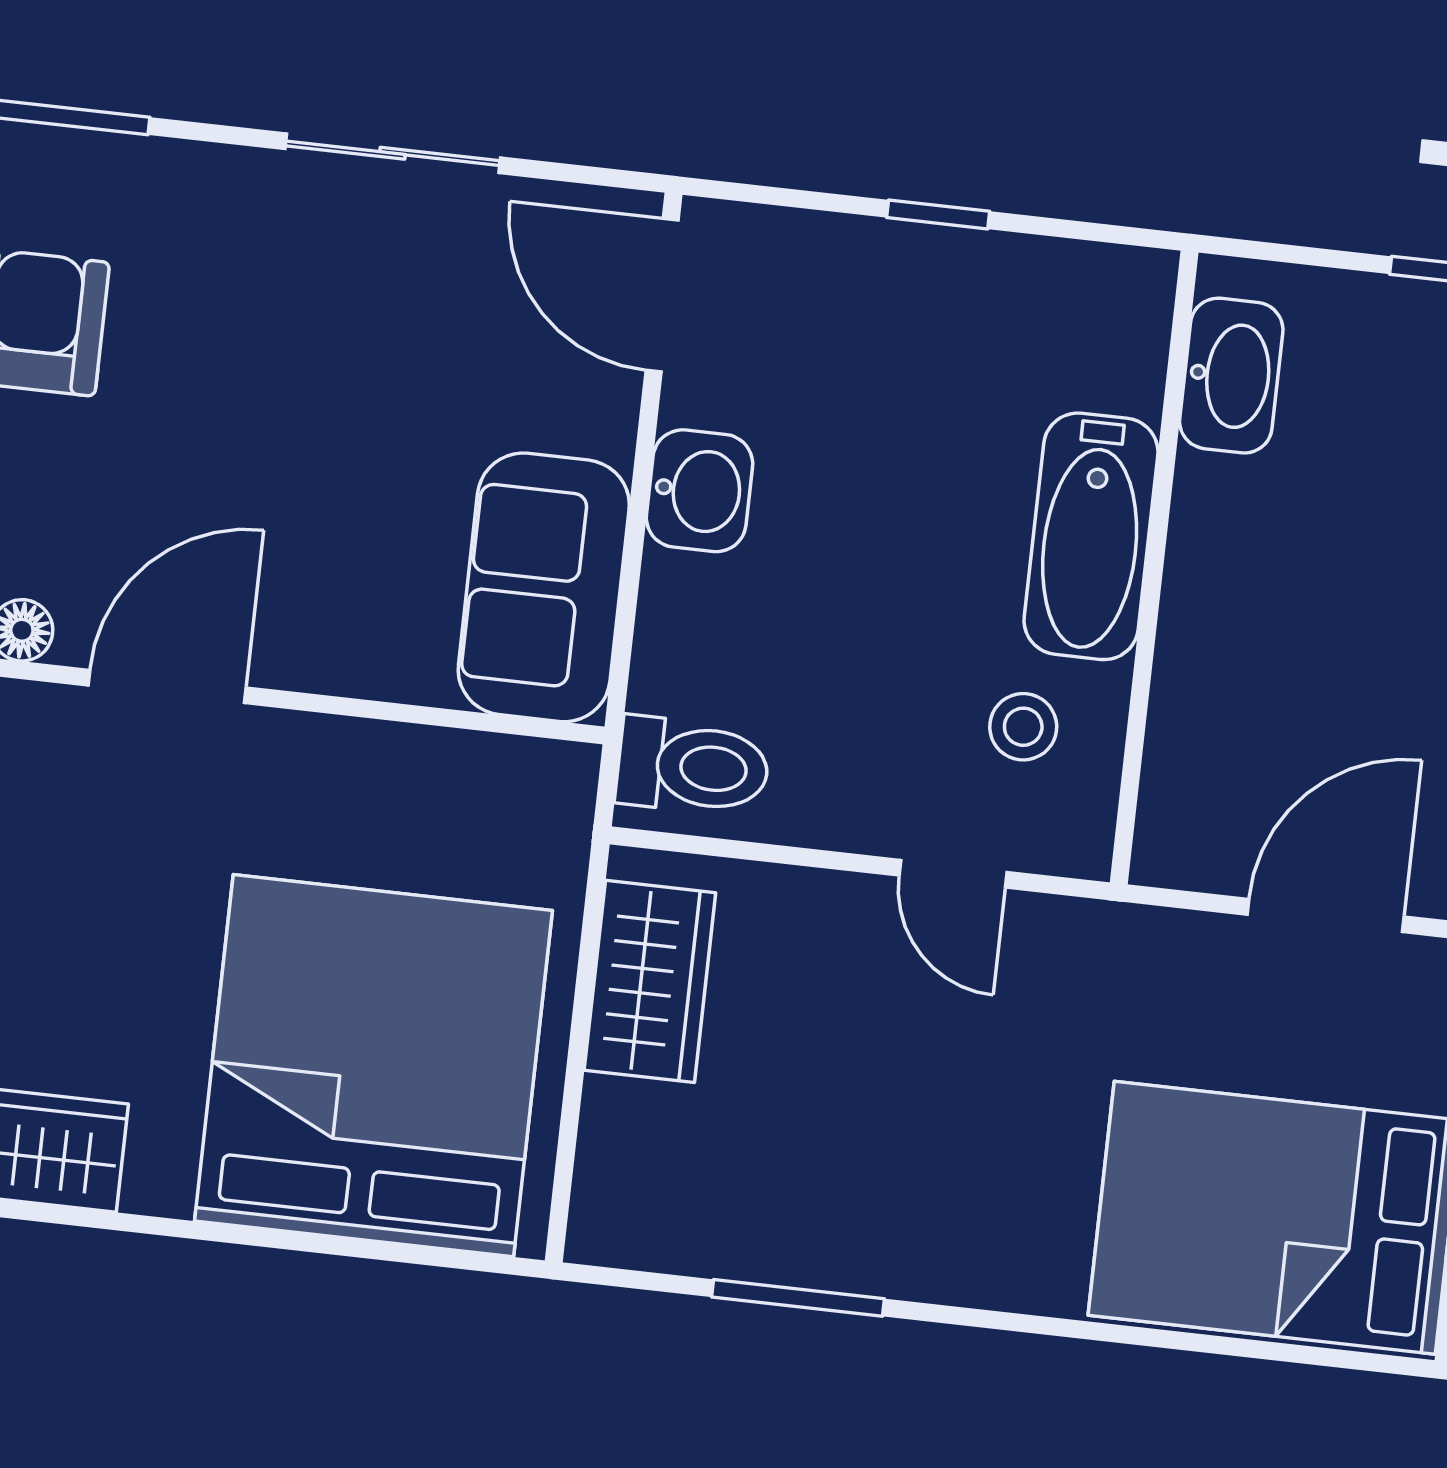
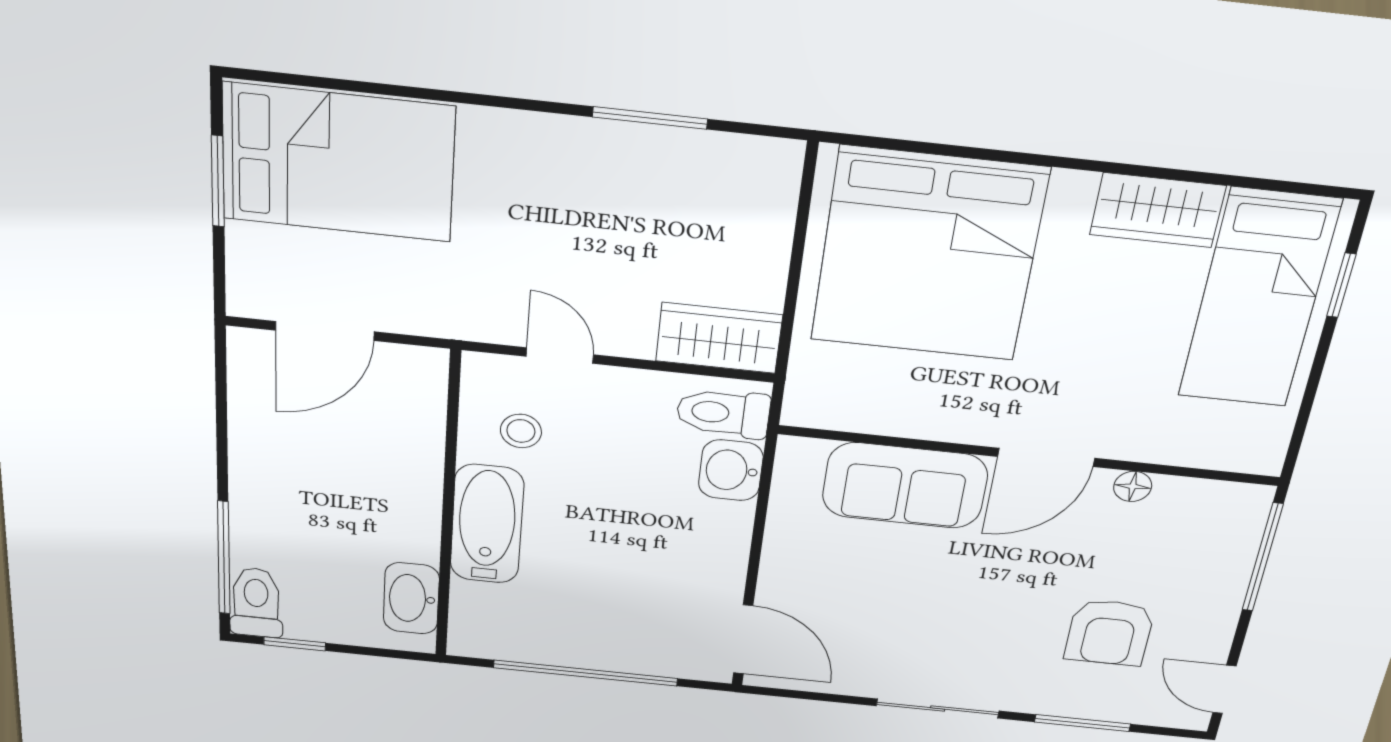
sliding door: (393, 153) -> (938, 708), moved
window: (938, 214) -> (586, 673), width x3.17
washbasin: (699, 491) -> (731, 470), moved
sofa: (544, 587) -> (905, 486), moved, turned 90
wardrobe: (650, 981) -> (719, 338), moved, turned 90

